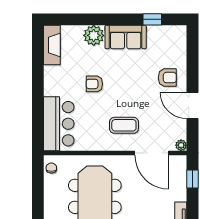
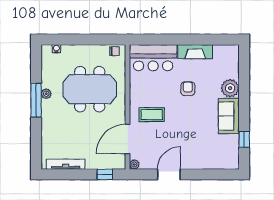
fireplace: (52, 45) -> (195, 52), moved
armchair: (167, 78) -> (193, 152), removed
coffee table: (124, 125) -> (152, 115), turned 90

